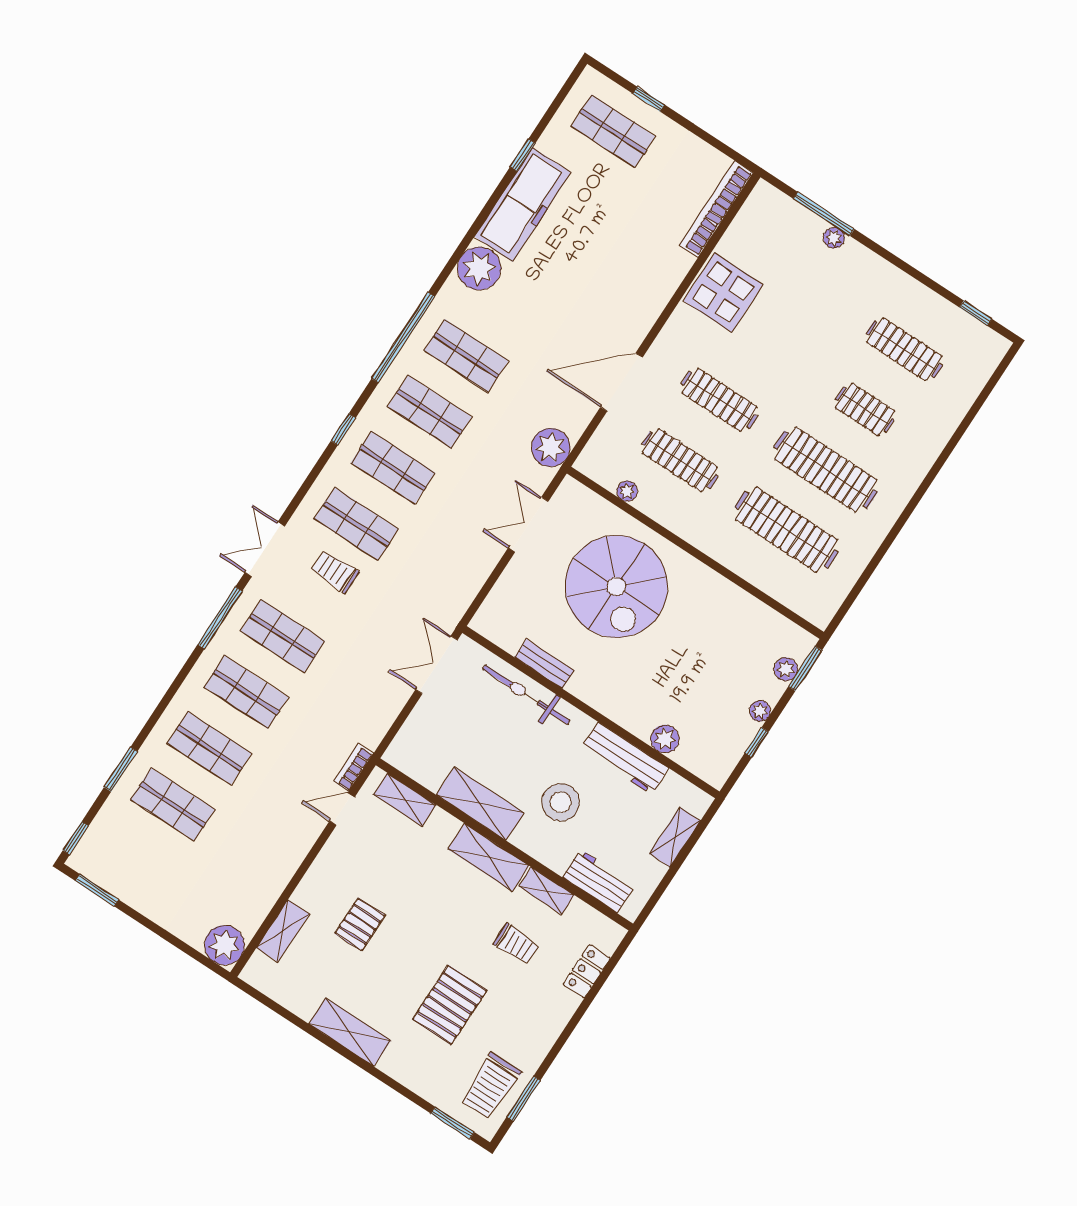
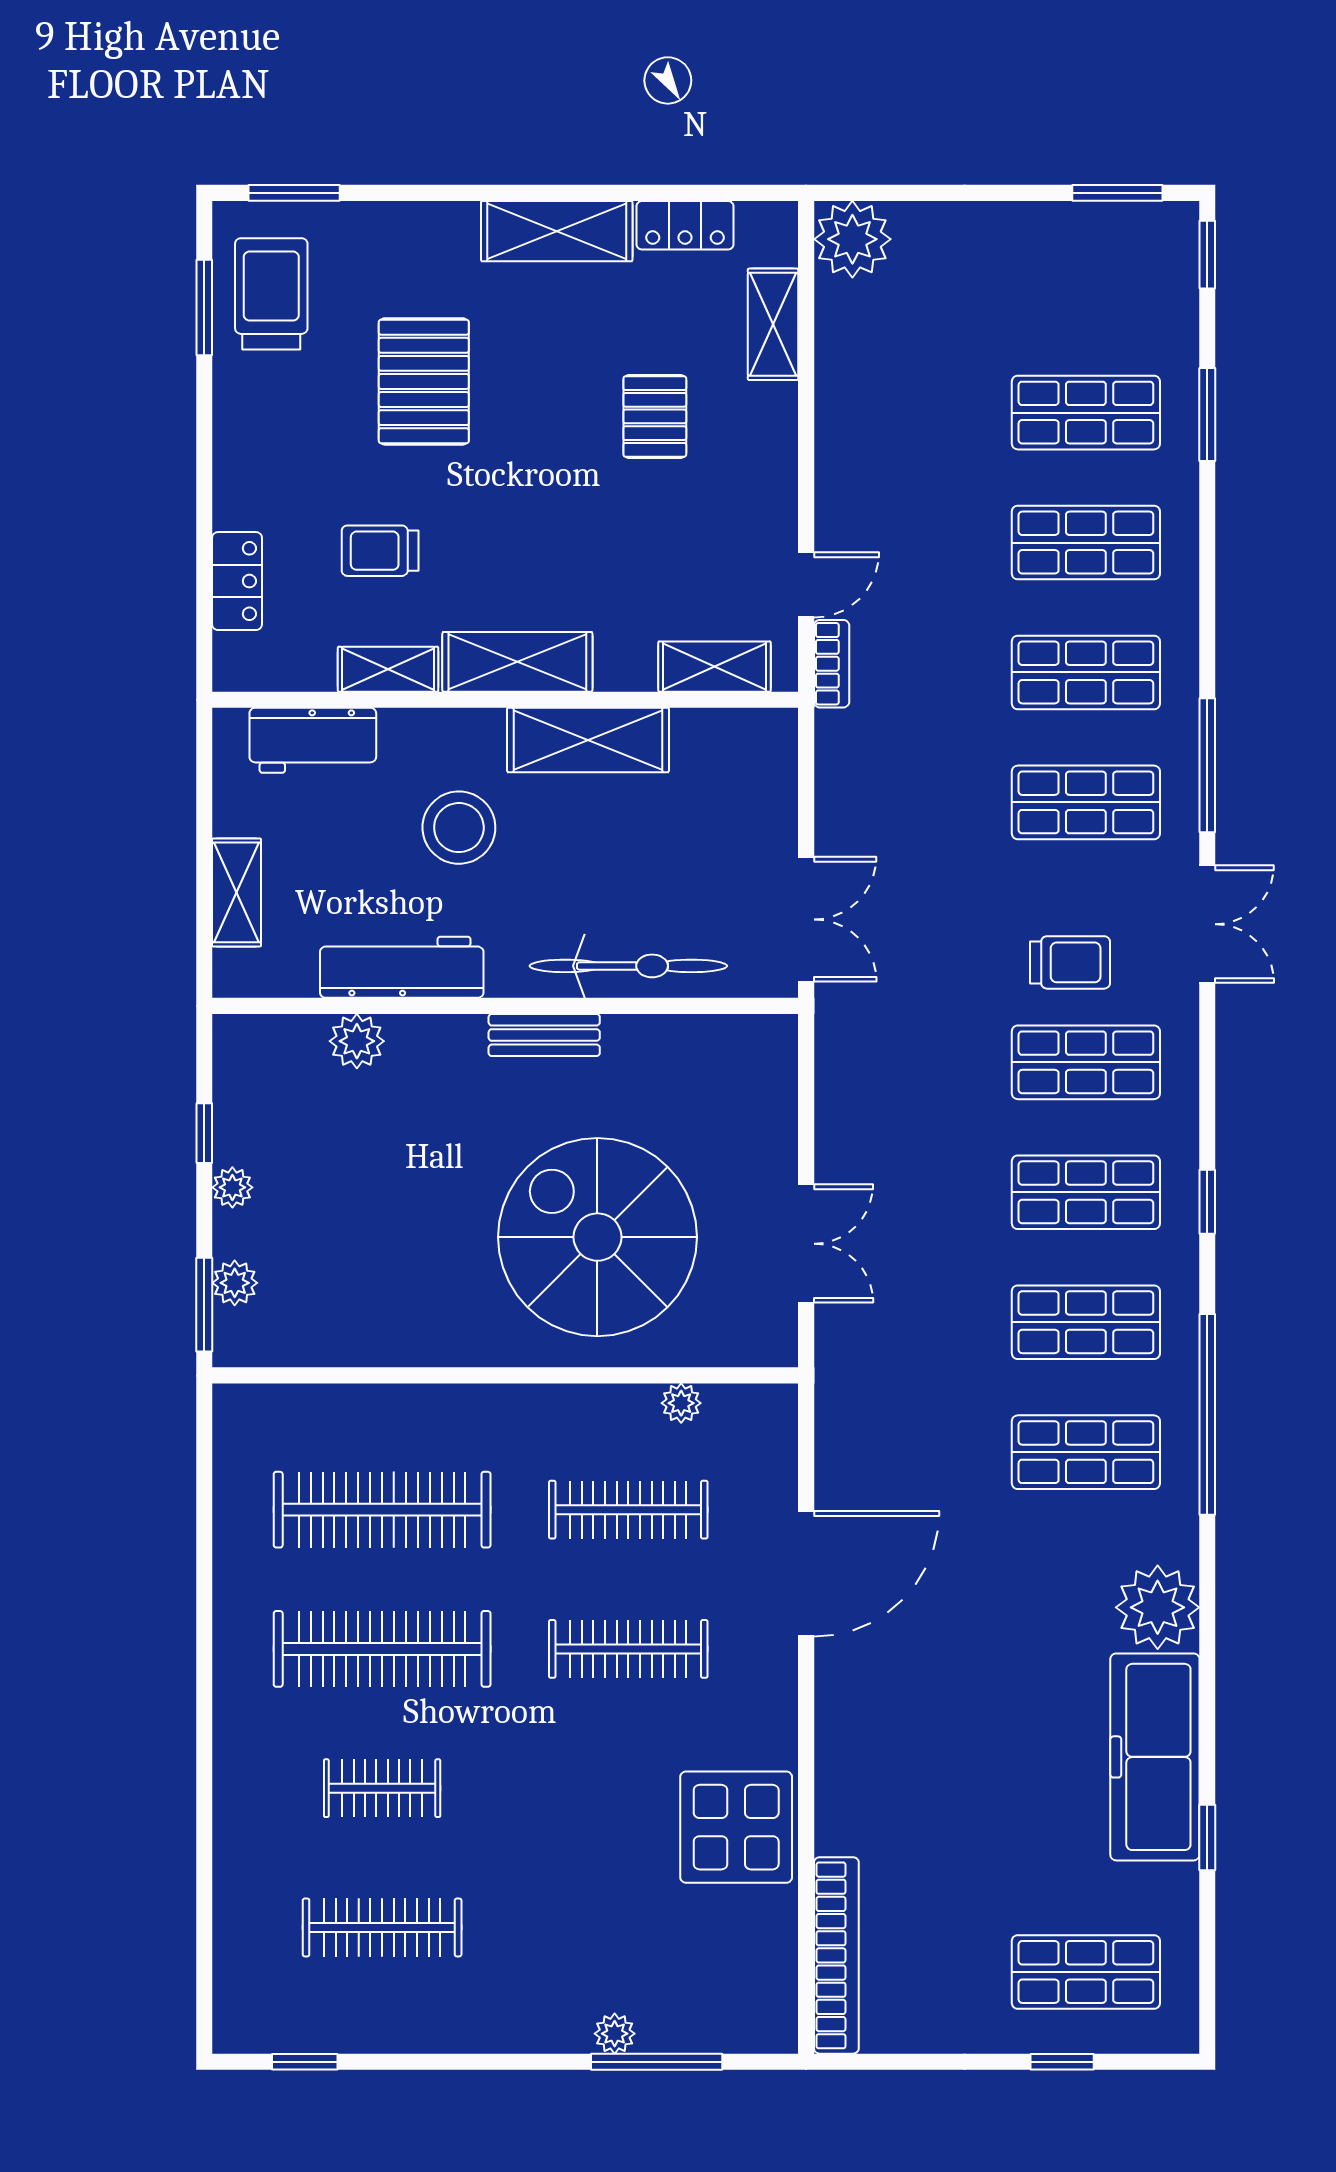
plant: (551, 447) -> (851, 1393), removed
bench: (544, 664) -> (544, 1035), moved
locker: (293, 998) -> (685, 225), added

